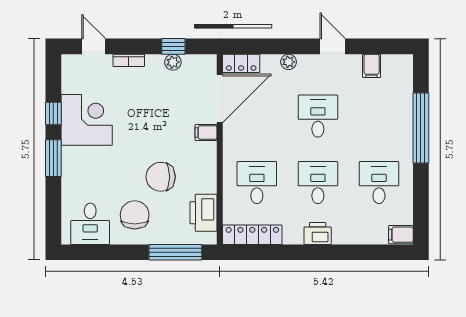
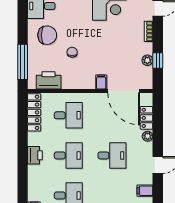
locker: (241, 63) -> (147, 118), moved
chair: (161, 177) -> (72, 52), width x0.54, depth x0.54

